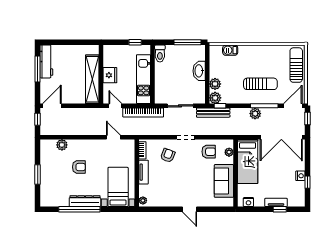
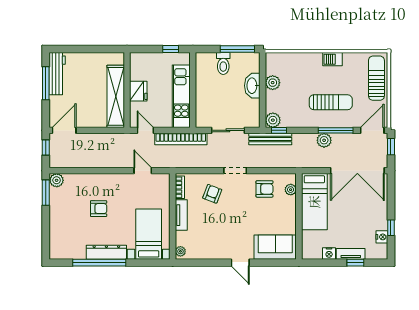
barbecue: (230, 50) -> (333, 59), moved
toilet: (160, 54) -> (223, 63), moved
plant: (215, 84) -> (273, 83), moved
plant: (62, 145) -> (57, 180), moved
window: (38, 175) -> (46, 193), moved
nightstand: (300, 176) -> (382, 237), moved
sofa: (224, 181) -> (275, 247), moved, turned 90
nightstand: (248, 202) -> (329, 253), moved

